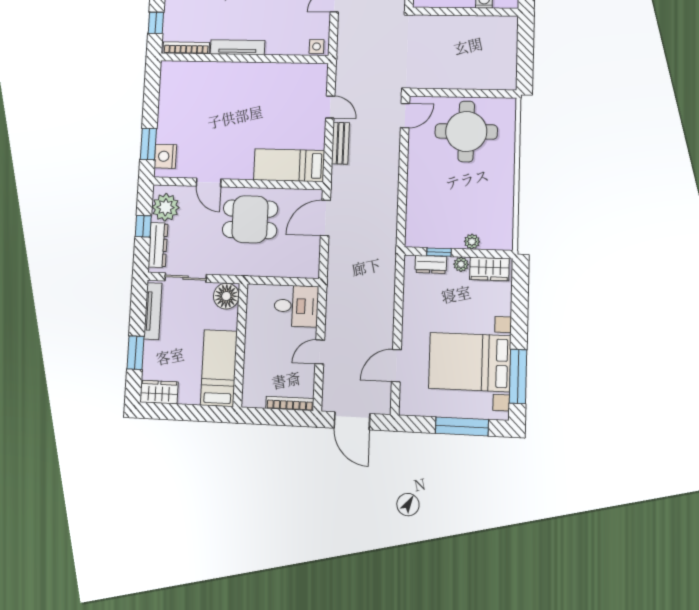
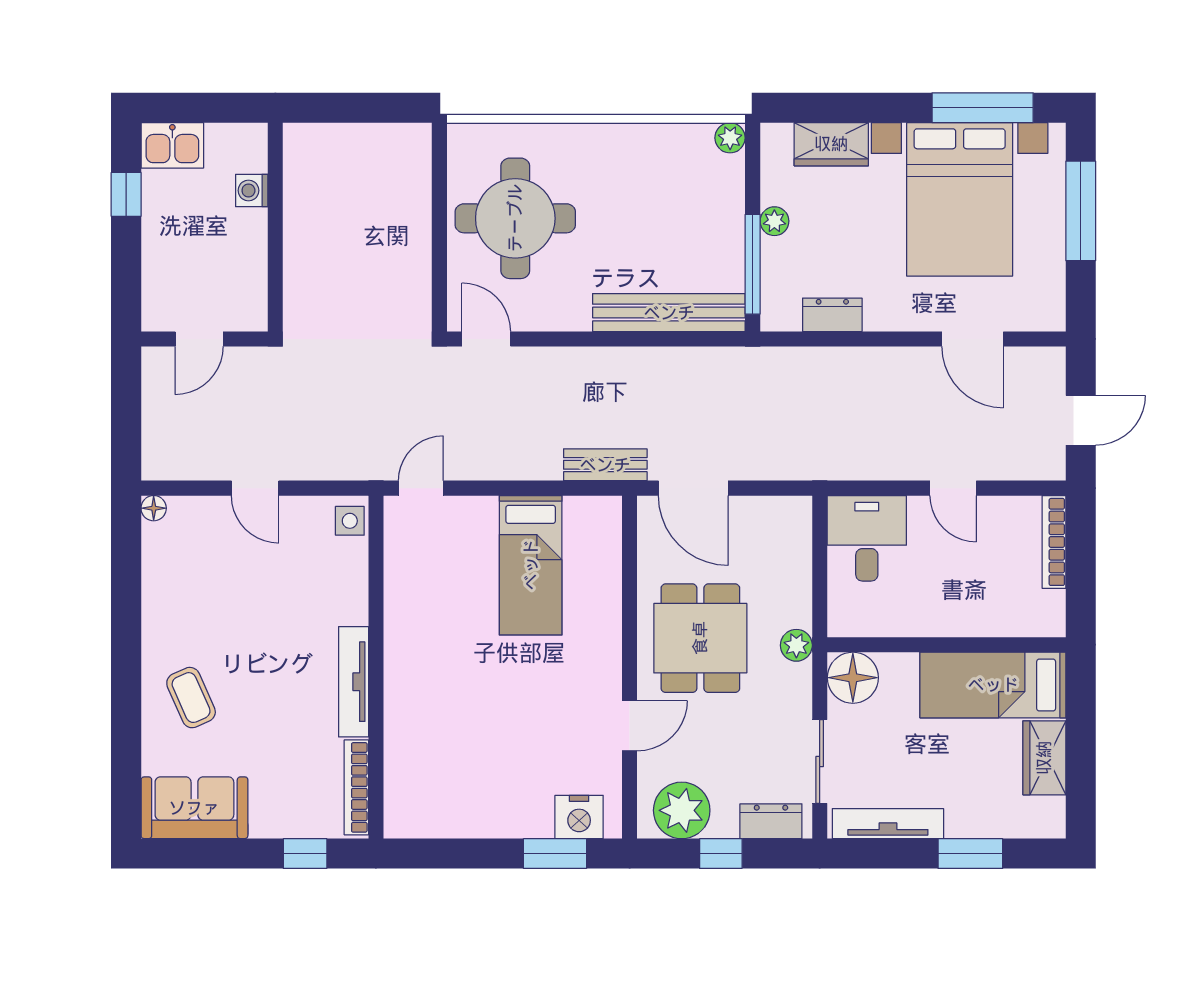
door: (330, 107) -> (421, 488), moved
bench: (340, 143) -> (605, 465), moved
bed: (289, 165) -> (531, 565), moved
bench: (415, 208) -> (669, 313), added
plant: (472, 242) -> (730, 138), moved
dresser: (158, 245) -> (771, 821), width x0.70
window: (439, 252) -> (753, 264), width x2.17
dresser: (431, 264) -> (832, 315), moved, turned -90
plant: (244, 268) -> (796, 645), added
wardrobe: (489, 269) -> (831, 144), moved, turned 90
wardrobe: (159, 392) -> (1044, 758), moved
door: (352, 421) -> (1081, 420), width x0.73

